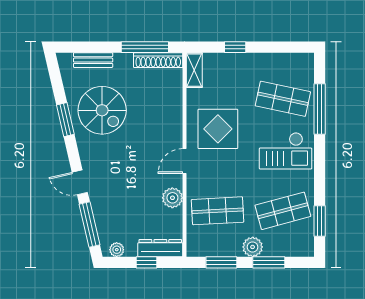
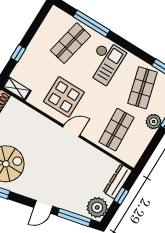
door: (185, 161) -> (71, 131), swing flipped
plant: (172, 198) -> (90, 153), removed
plant: (117, 250) -> (97, 207), width x1.88, depth x1.88
window: (221, 262) -> (151, 148), removed

